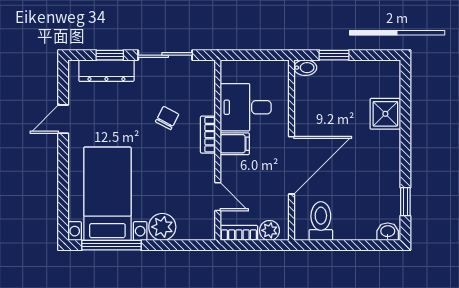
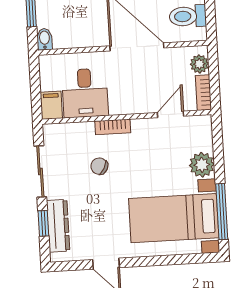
filing cabinet: (235, 144) -> (51, 105), moved

